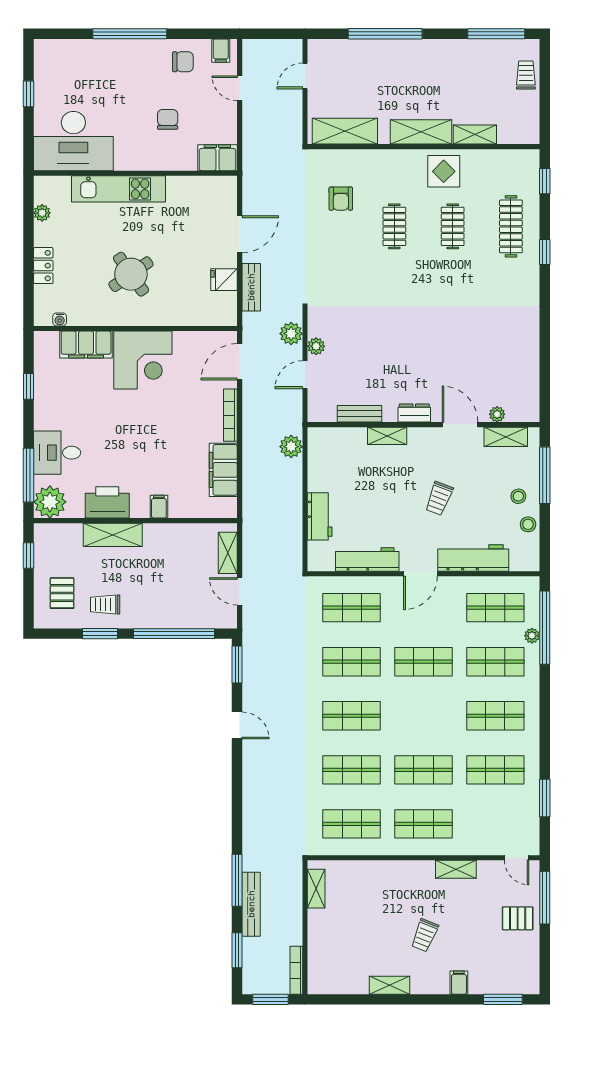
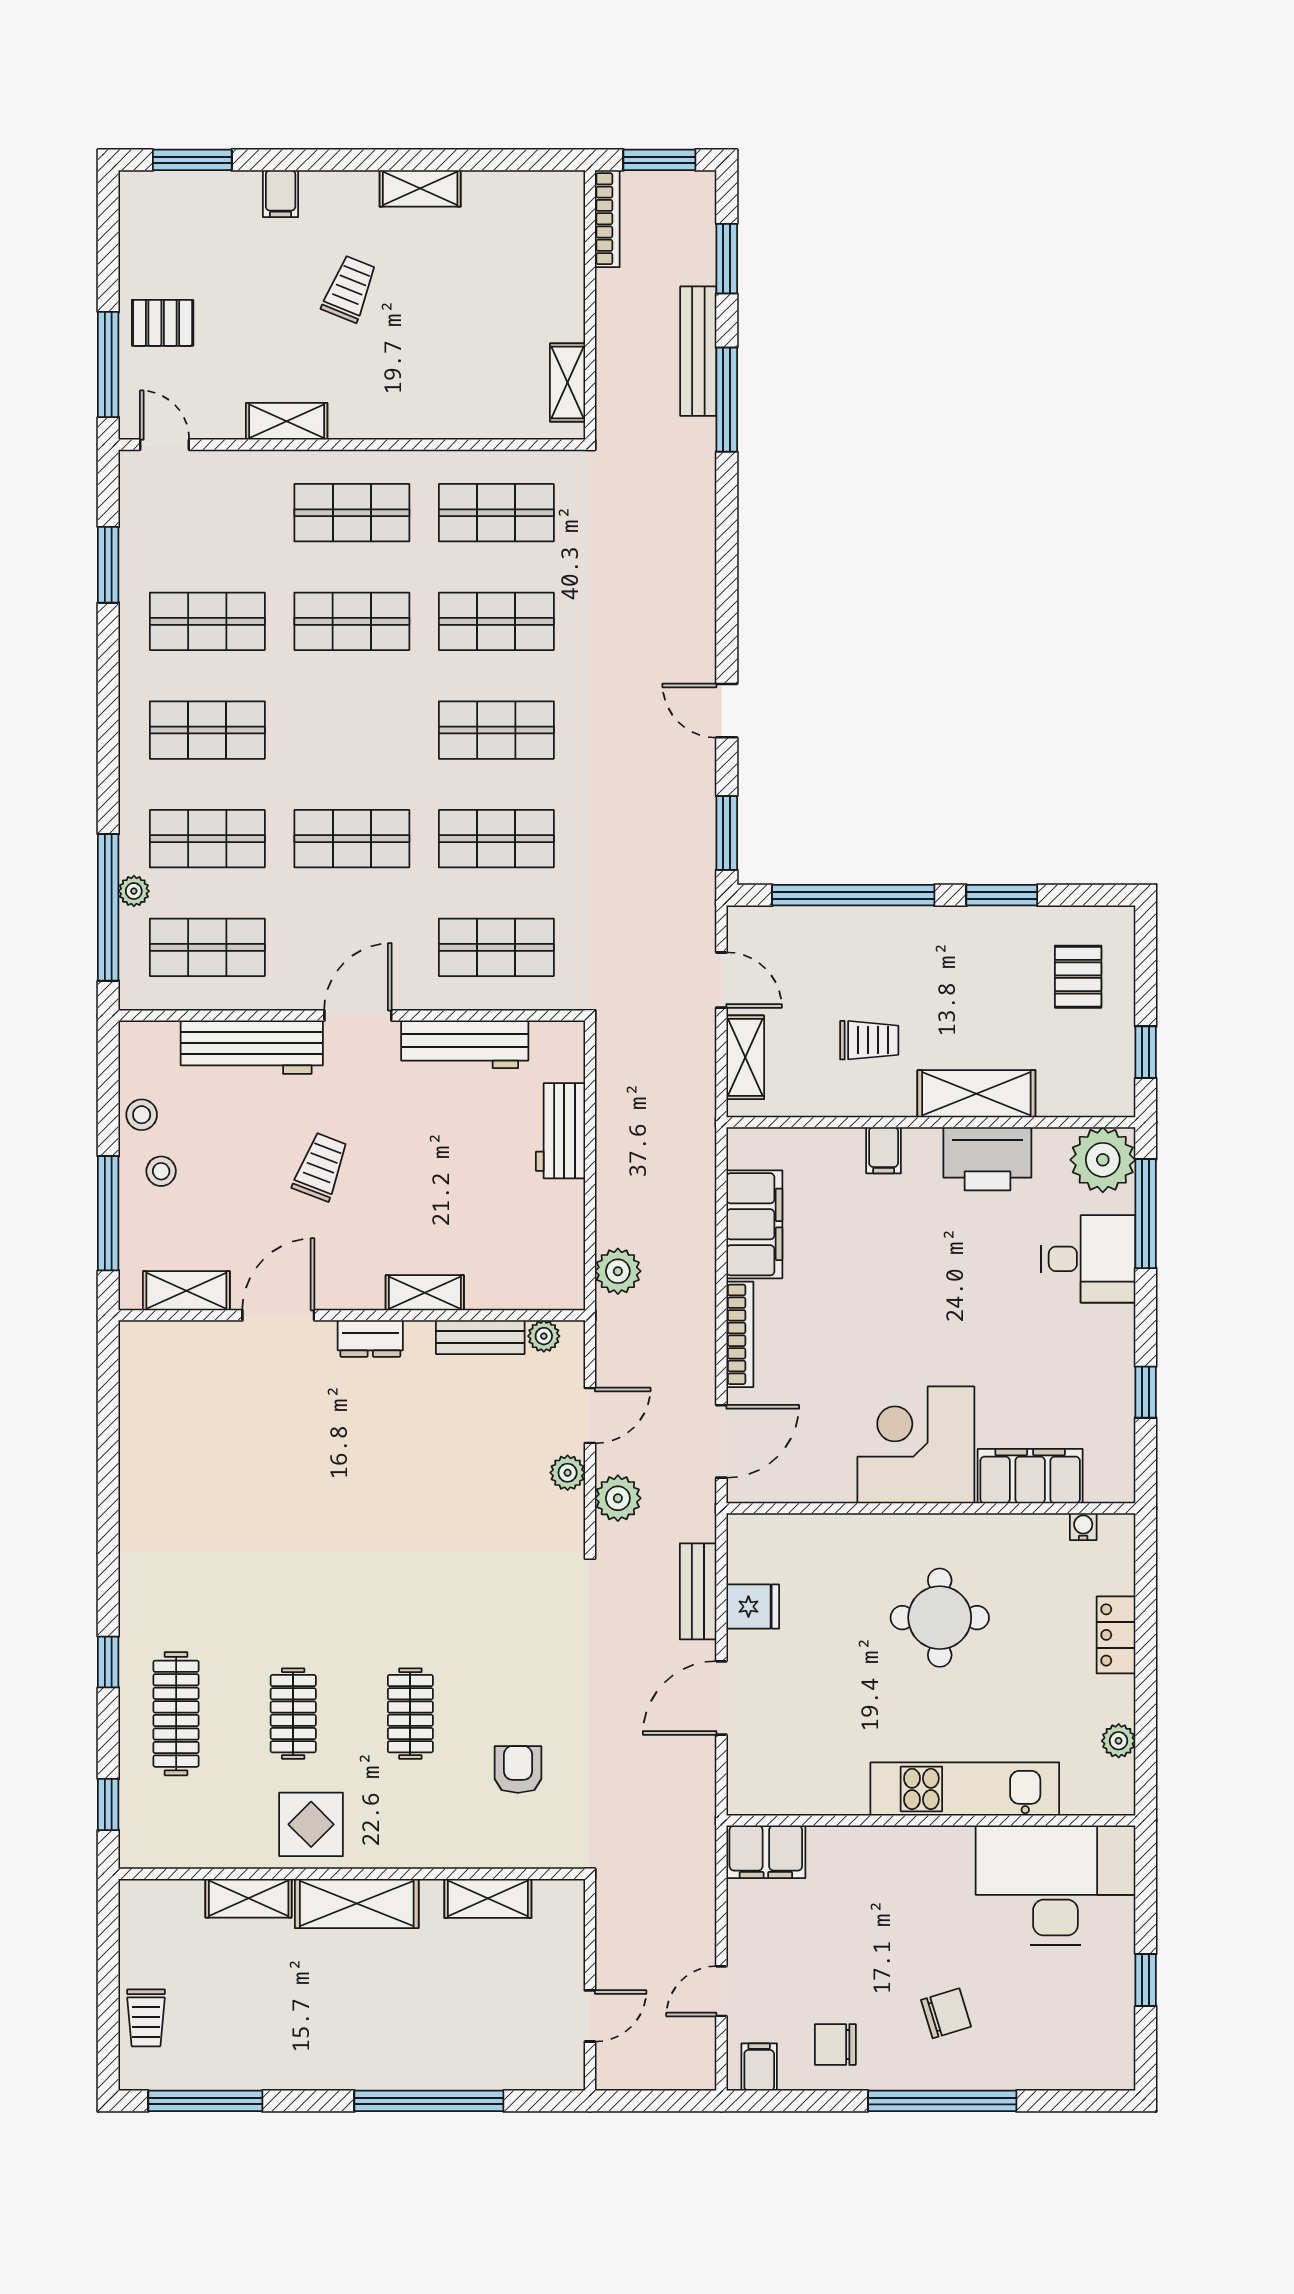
door: (240, 88) -> (721, 1991), swing flipped
chair: (168, 119) -> (946, 2013), moved, turned -107
shelving: (345, 131) -> (488, 1898), width x0.67, depth x0.75
round table: (131, 274) -> (940, 1618), turned 35
plant: (497, 414) -> (544, 1336), moved
door: (460, 425) -> (278, 1315), swing flipped
trolley: (105, 604) -> (869, 1040), moved

